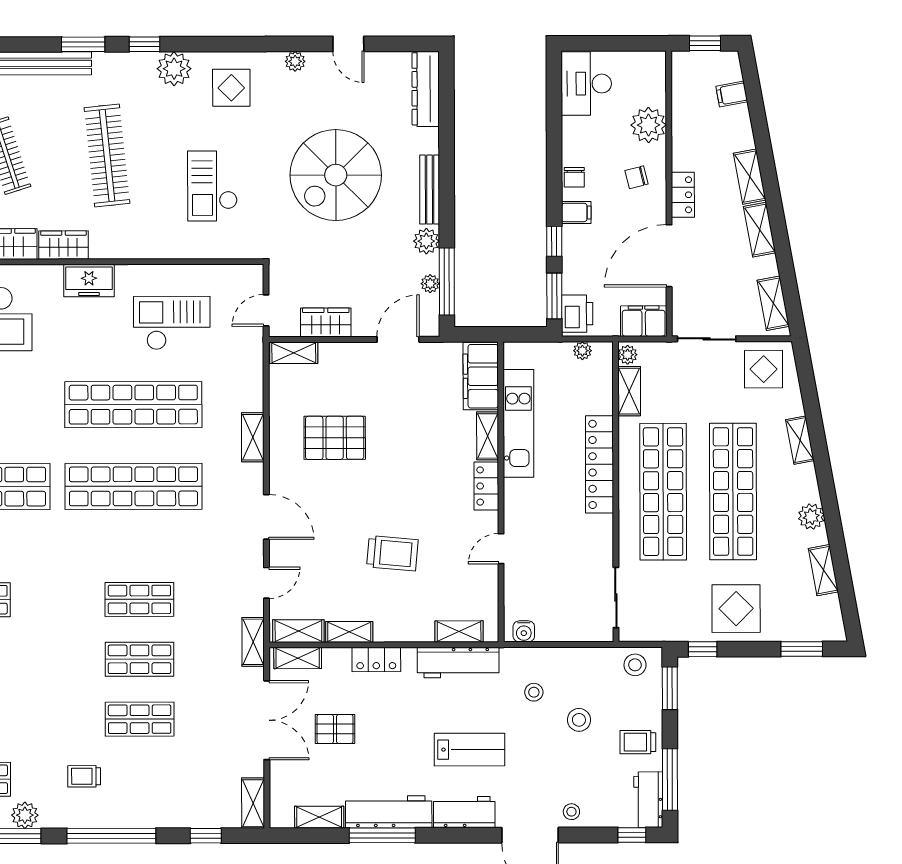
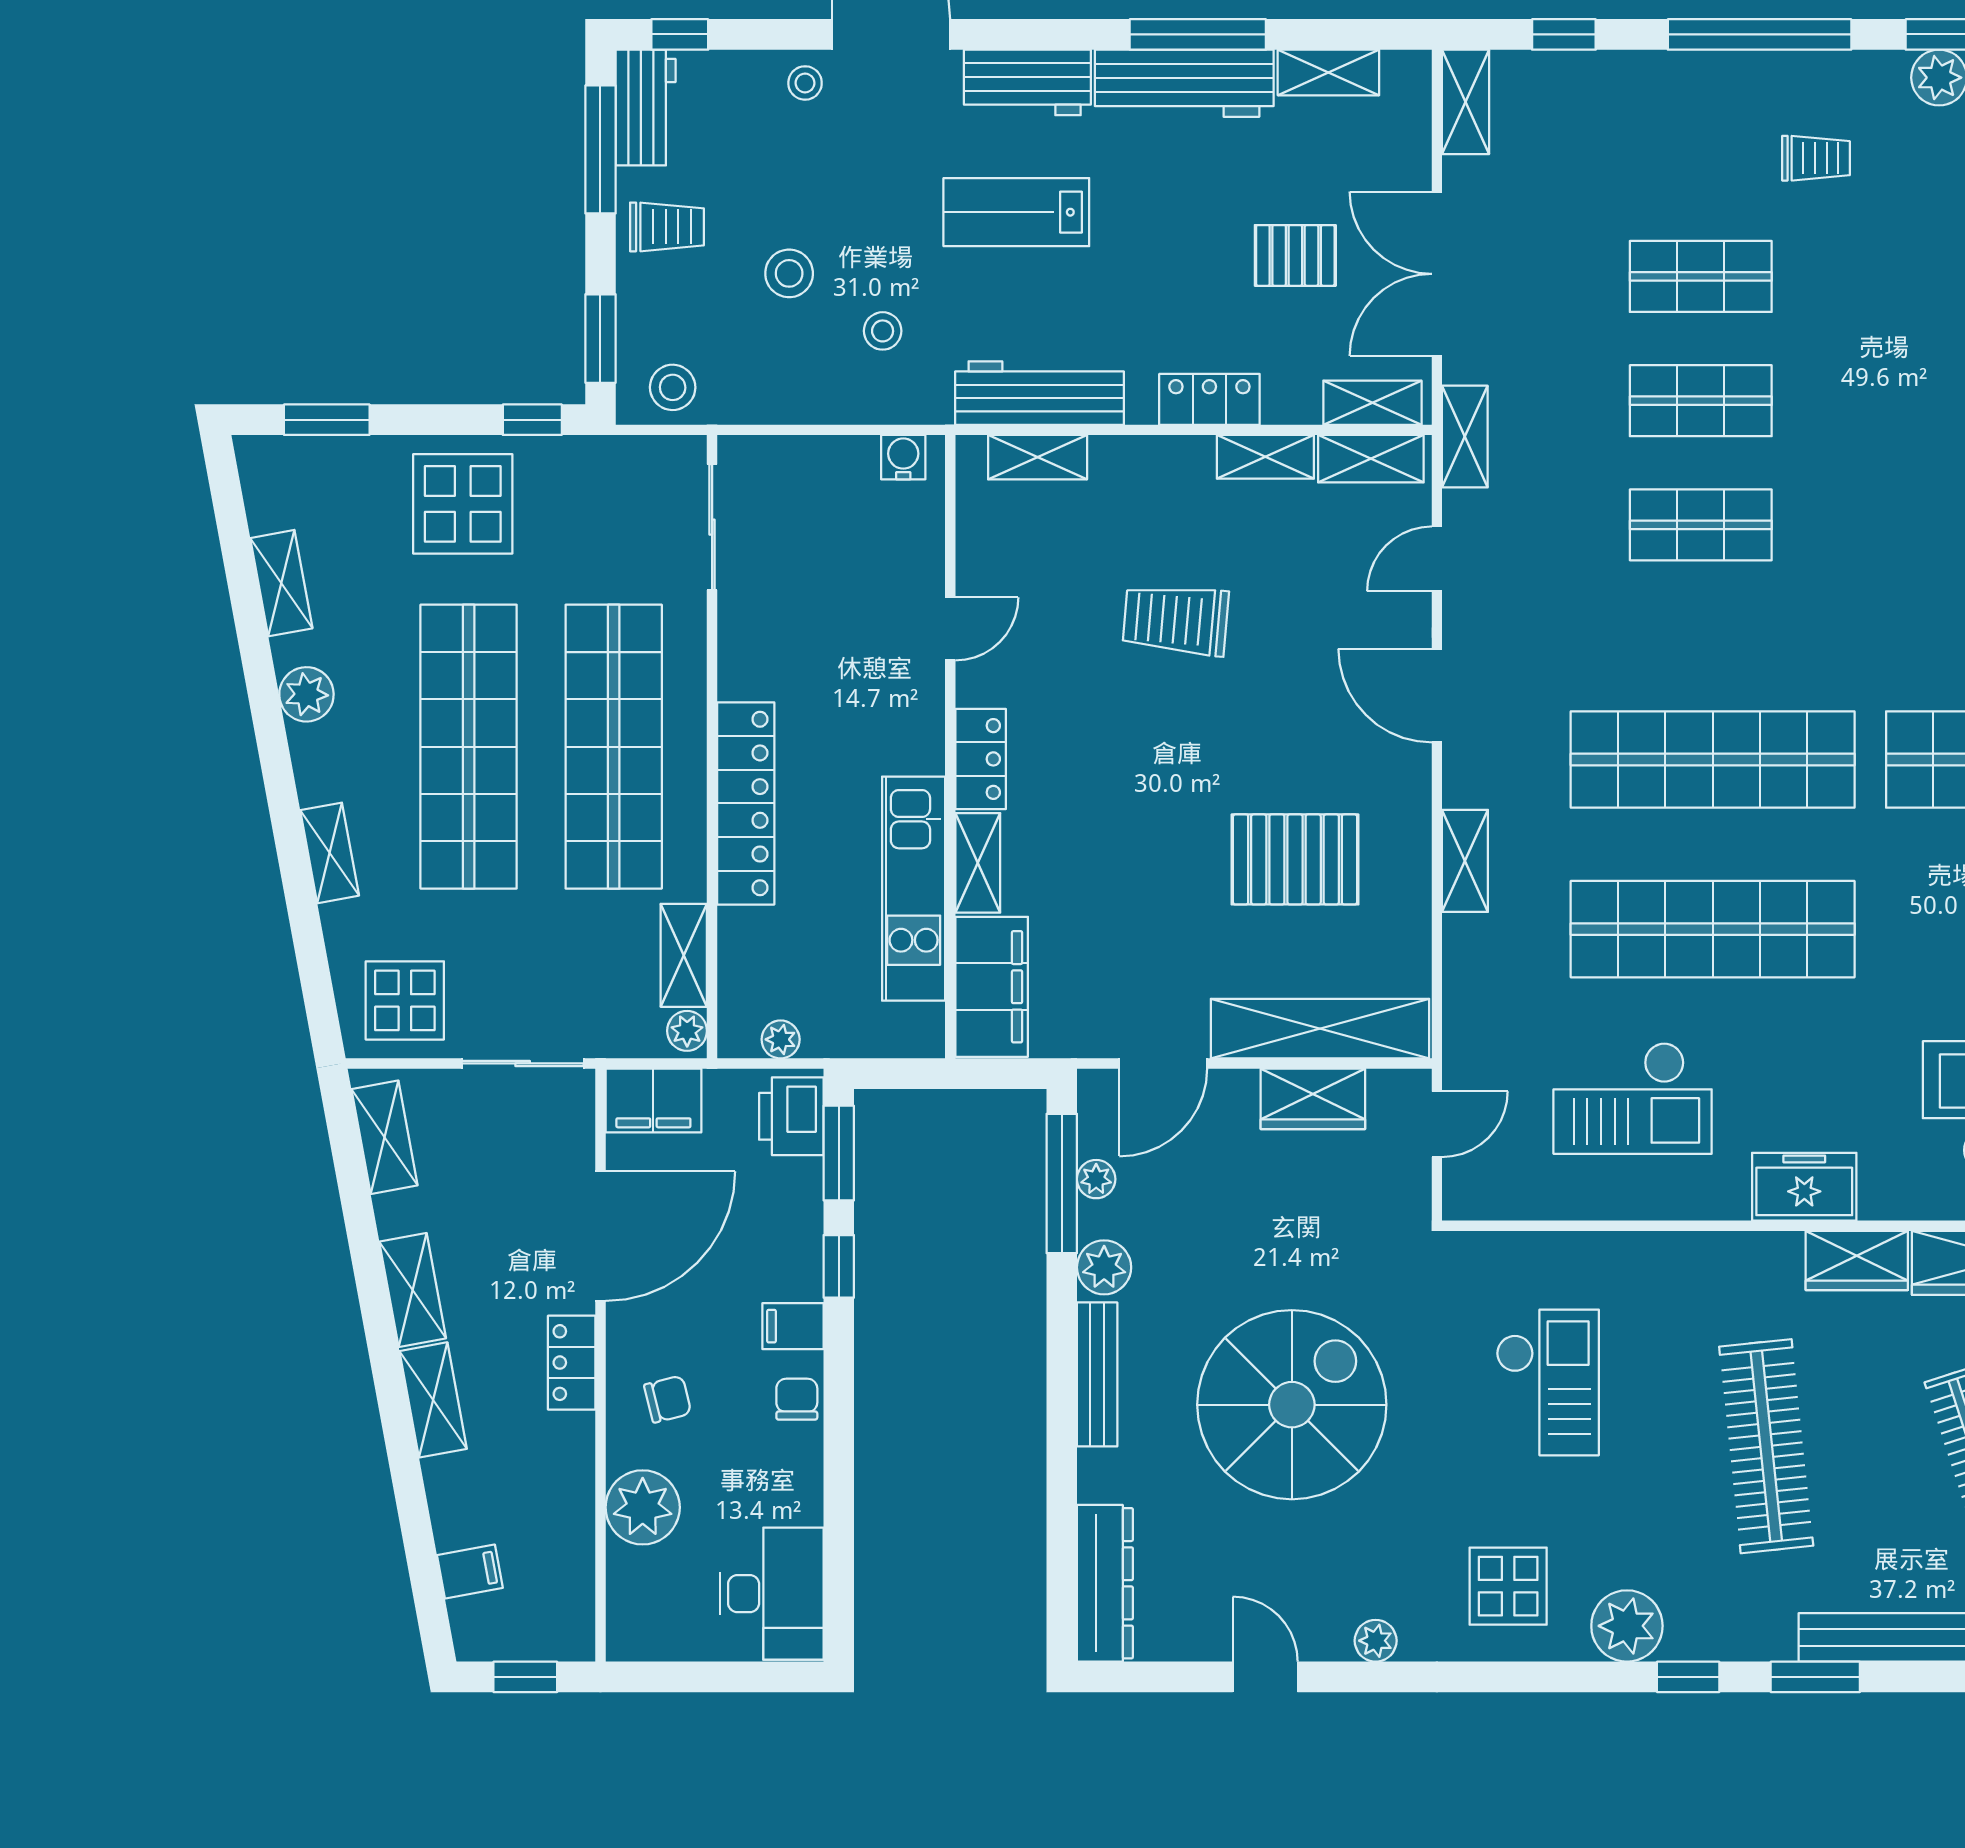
shelving: (294, 353) -> (1320, 1029), width x2.20, depth x1.33

